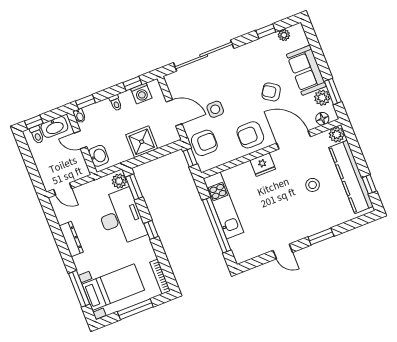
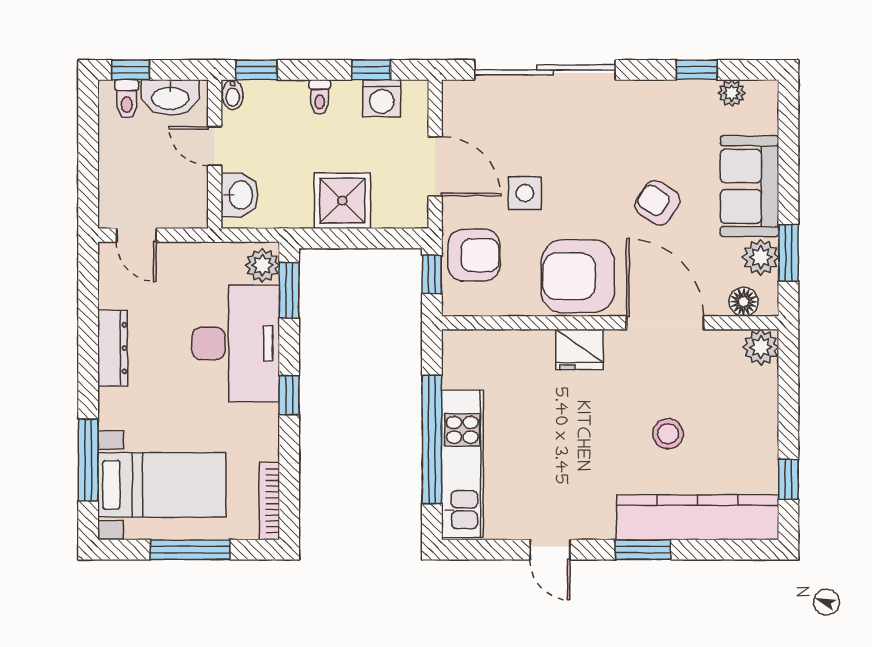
armchair: (250, 135) -> (578, 276), width x1.36, depth x1.36
kitchen counter: (351, 177) -> (698, 517), moved, turned 90
kitchen unit: (223, 205) -> (462, 464), moved

